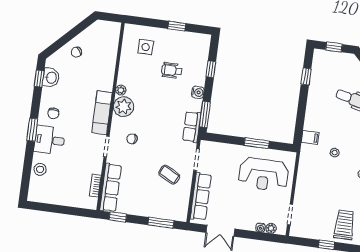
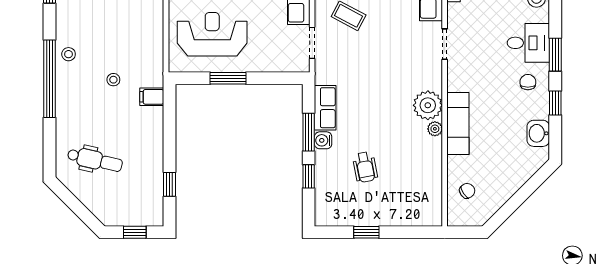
side table: (146, 47) -> (407, 196), removed
chair: (76, 52) -> (467, 191), moved
wheelchair: (172, 70) -> (365, 167), turned 79
window: (39, 79) -> (555, 103), moved
exam couch: (102, 113) -> (458, 124), moved
window: (205, 114) -> (309, 132), moved
row of seats: (192, 127) -> (325, 108), moved
chair: (132, 139) -> (409, 60), removed

